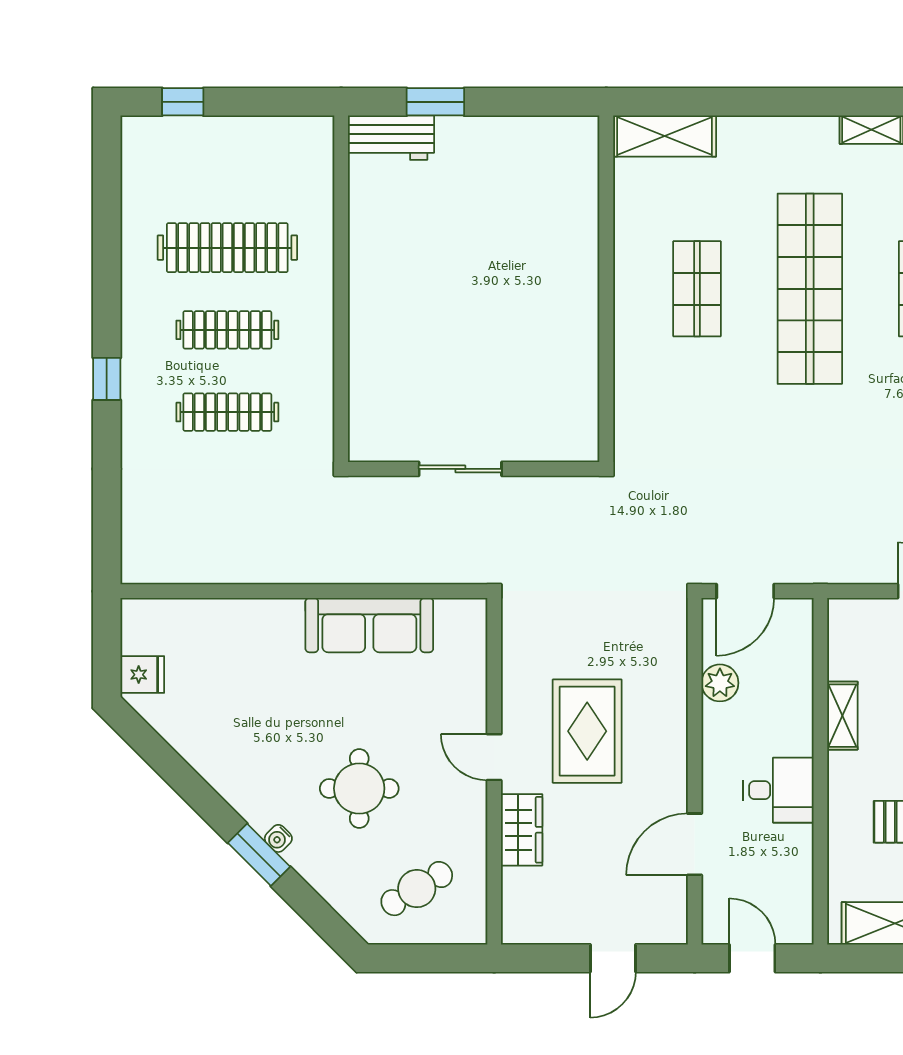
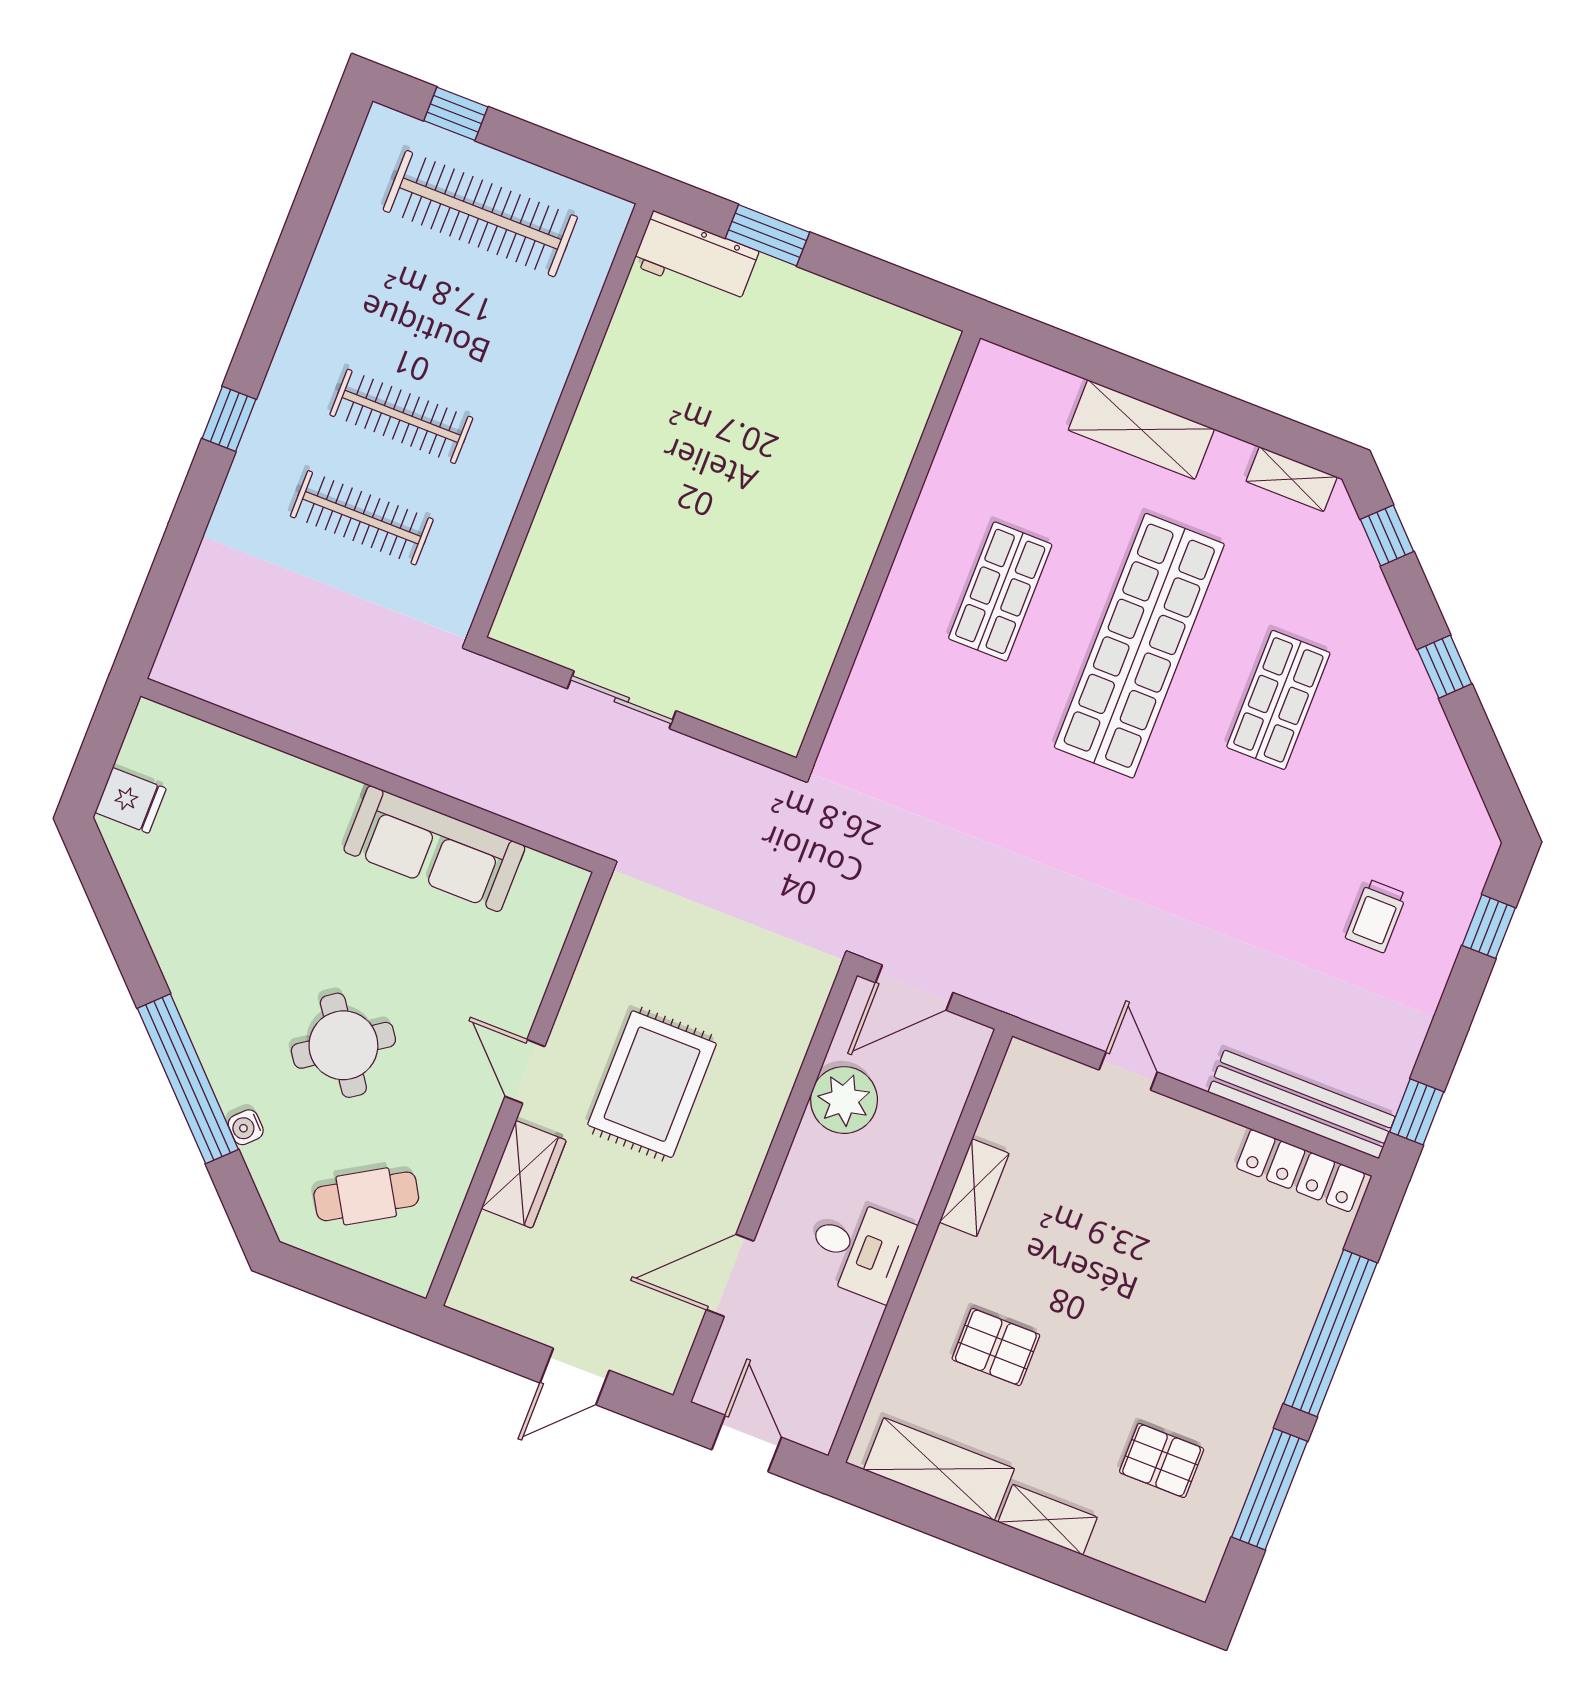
shelving: (665, 136) -> (1141, 430), moved
clothes rail: (227, 248) -> (480, 214), moved
plant: (720, 683) -> (844, 1100), width x1.36, depth x1.36
round table: (359, 788) -> (343, 1045), turned -35
water cooler: (278, 838) -> (246, 1127), moved
window: (259, 855) -> (188, 1079), width x2.11

